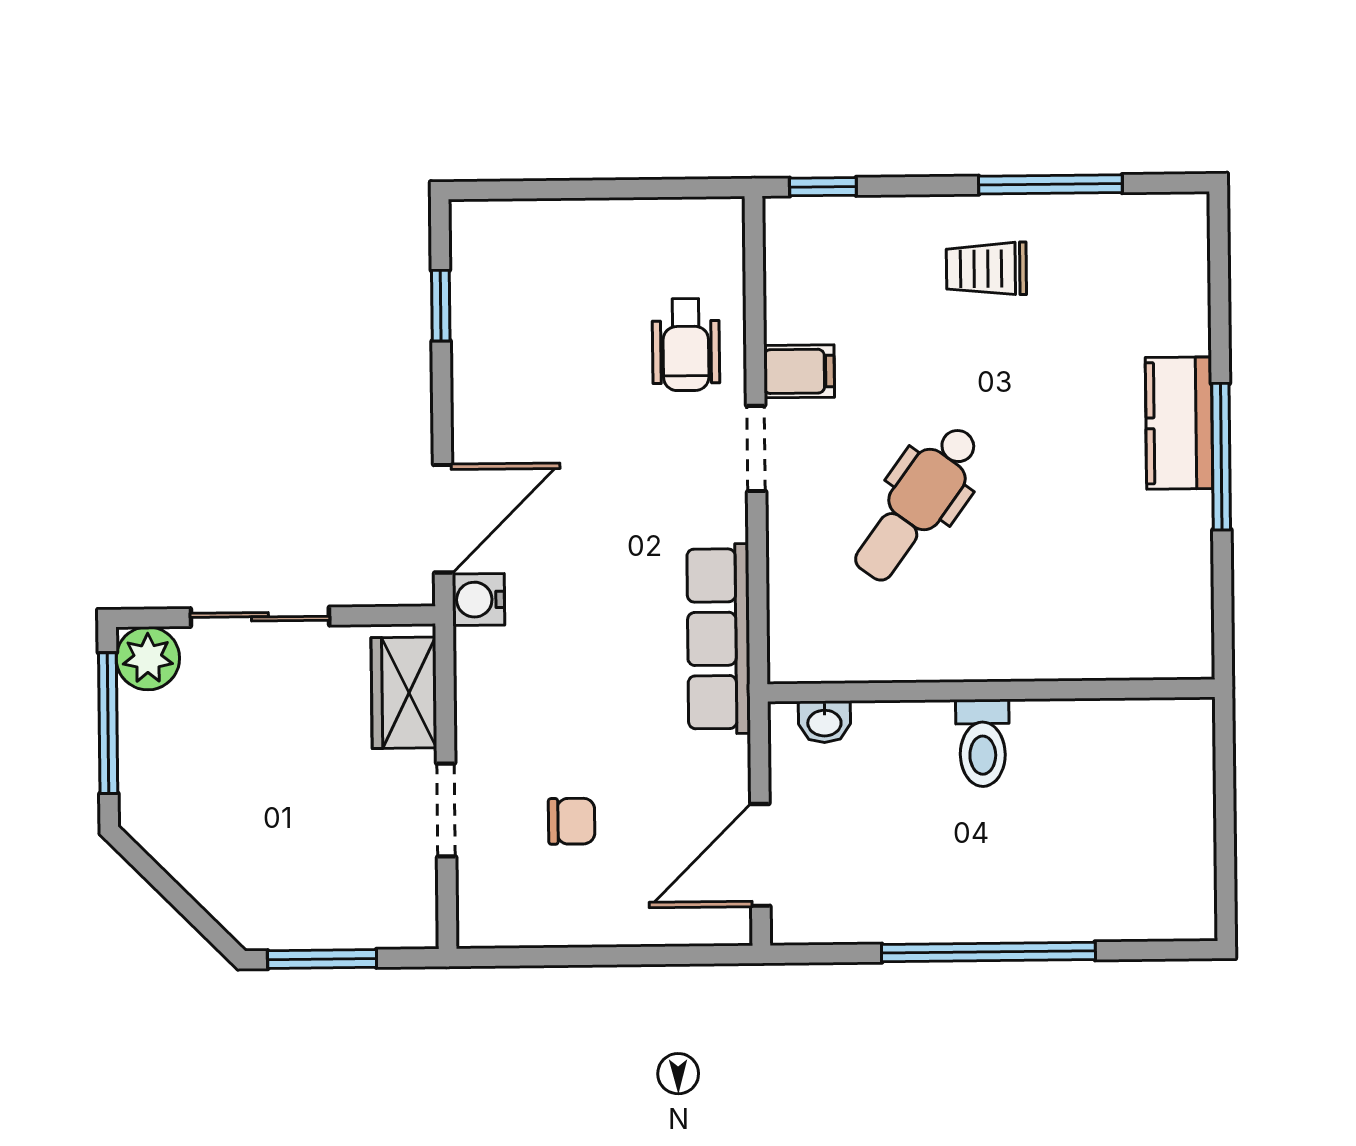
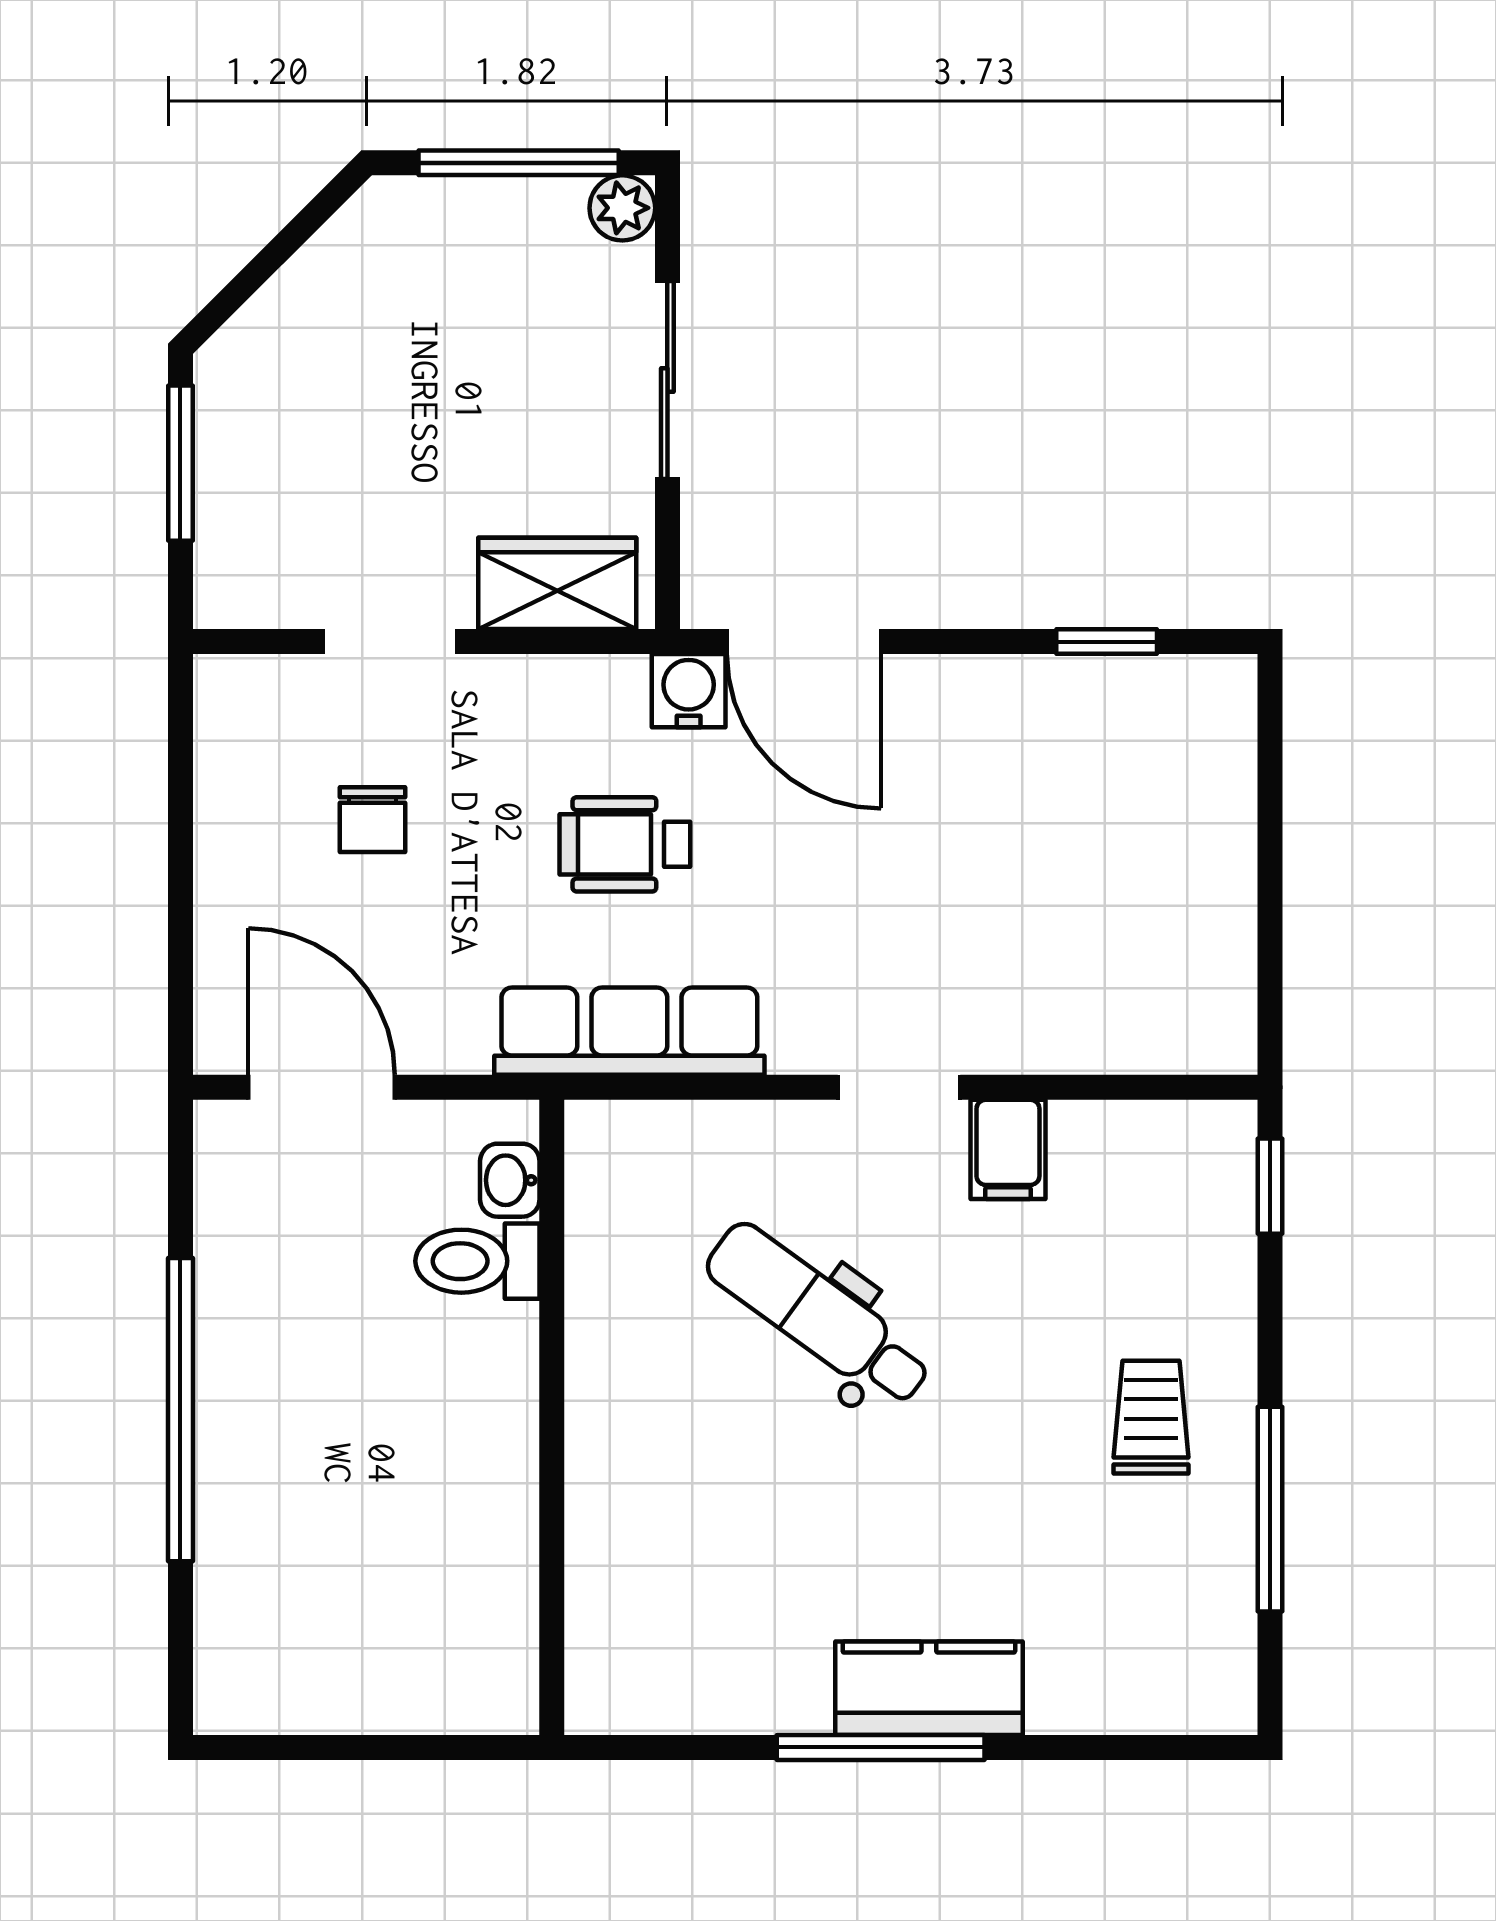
wheelchair: (686, 345) -> (625, 844), moved
plant: (148, 658) -> (622, 208), width x0.73, depth x0.73
toilet: (983, 743) -> (477, 1261), moved

